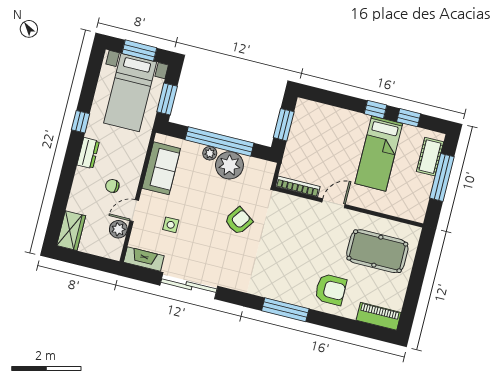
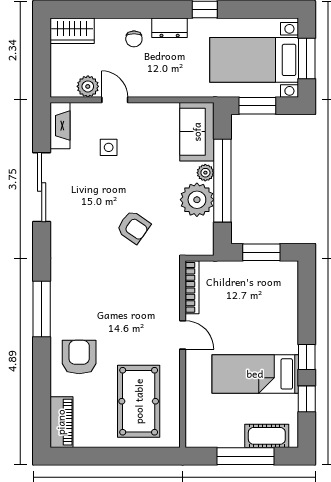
sofa: (161, 168) -> (197, 132), moved, turned 90
chair: (112, 186) -> (134, 39), moved, turned 180
armchair: (331, 290) -> (79, 357), turned 180

